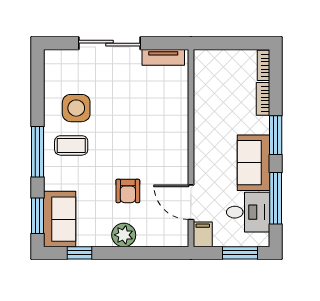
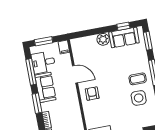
armchair: (128, 191) -> (92, 94), moved
door: (191, 202) -> (75, 74), moved
sofa: (60, 219) -> (124, 37), moved, turned -90

